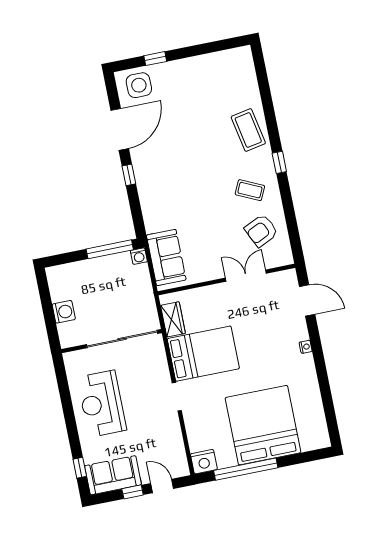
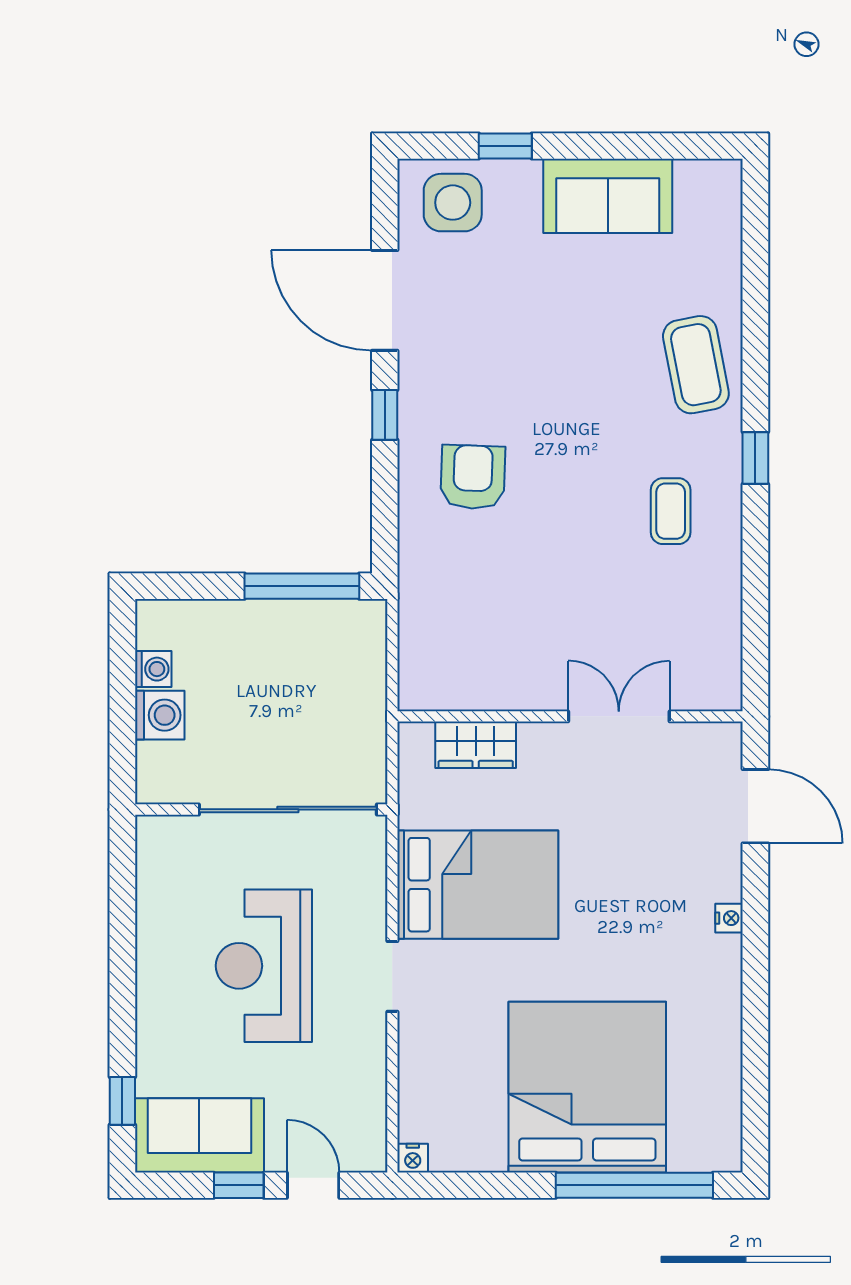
door: (120, 129) -> (385, 300), swing flipped
coffee table: (250, 190) -> (671, 511), turned 65
armchair: (261, 231) -> (473, 477), moved, turned 117
washing machine: (139, 256) -> (153, 669), moved, turned -90
sofa: (166, 257) -> (608, 196), moved, turned 90
wardrobe: (173, 319) -> (476, 745), moved, turned 90
reception desk: (102, 404) -> (264, 966), moved
nightstand: (204, 462) -> (413, 1158), width x0.53, depth x0.56
window: (246, 469) -> (634, 1185), moved

